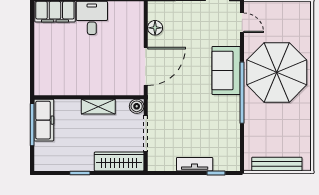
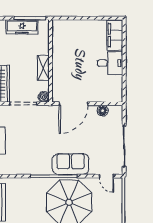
door: (242, 23) -> (106, 176), hinge flipped
door: (146, 66) -> (74, 104), hinge flipped
freezer: (44, 120) -> (22, 27), moved

